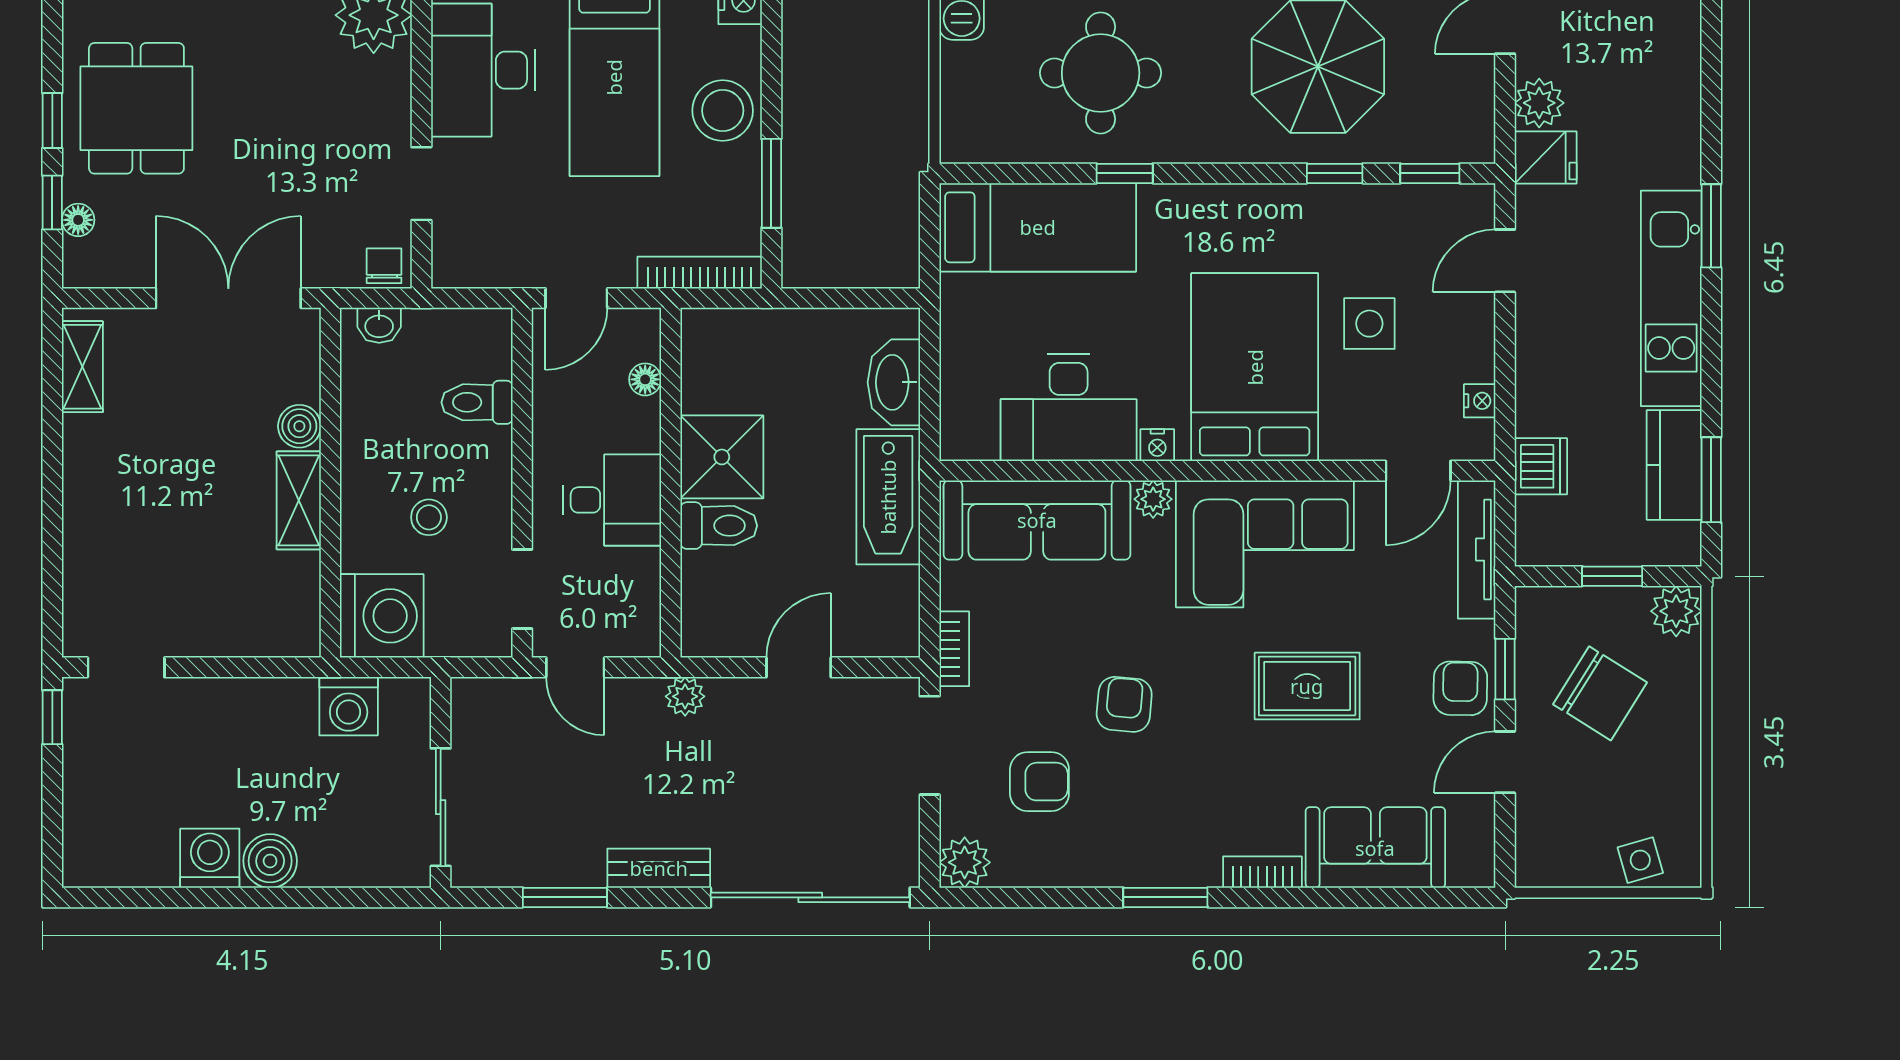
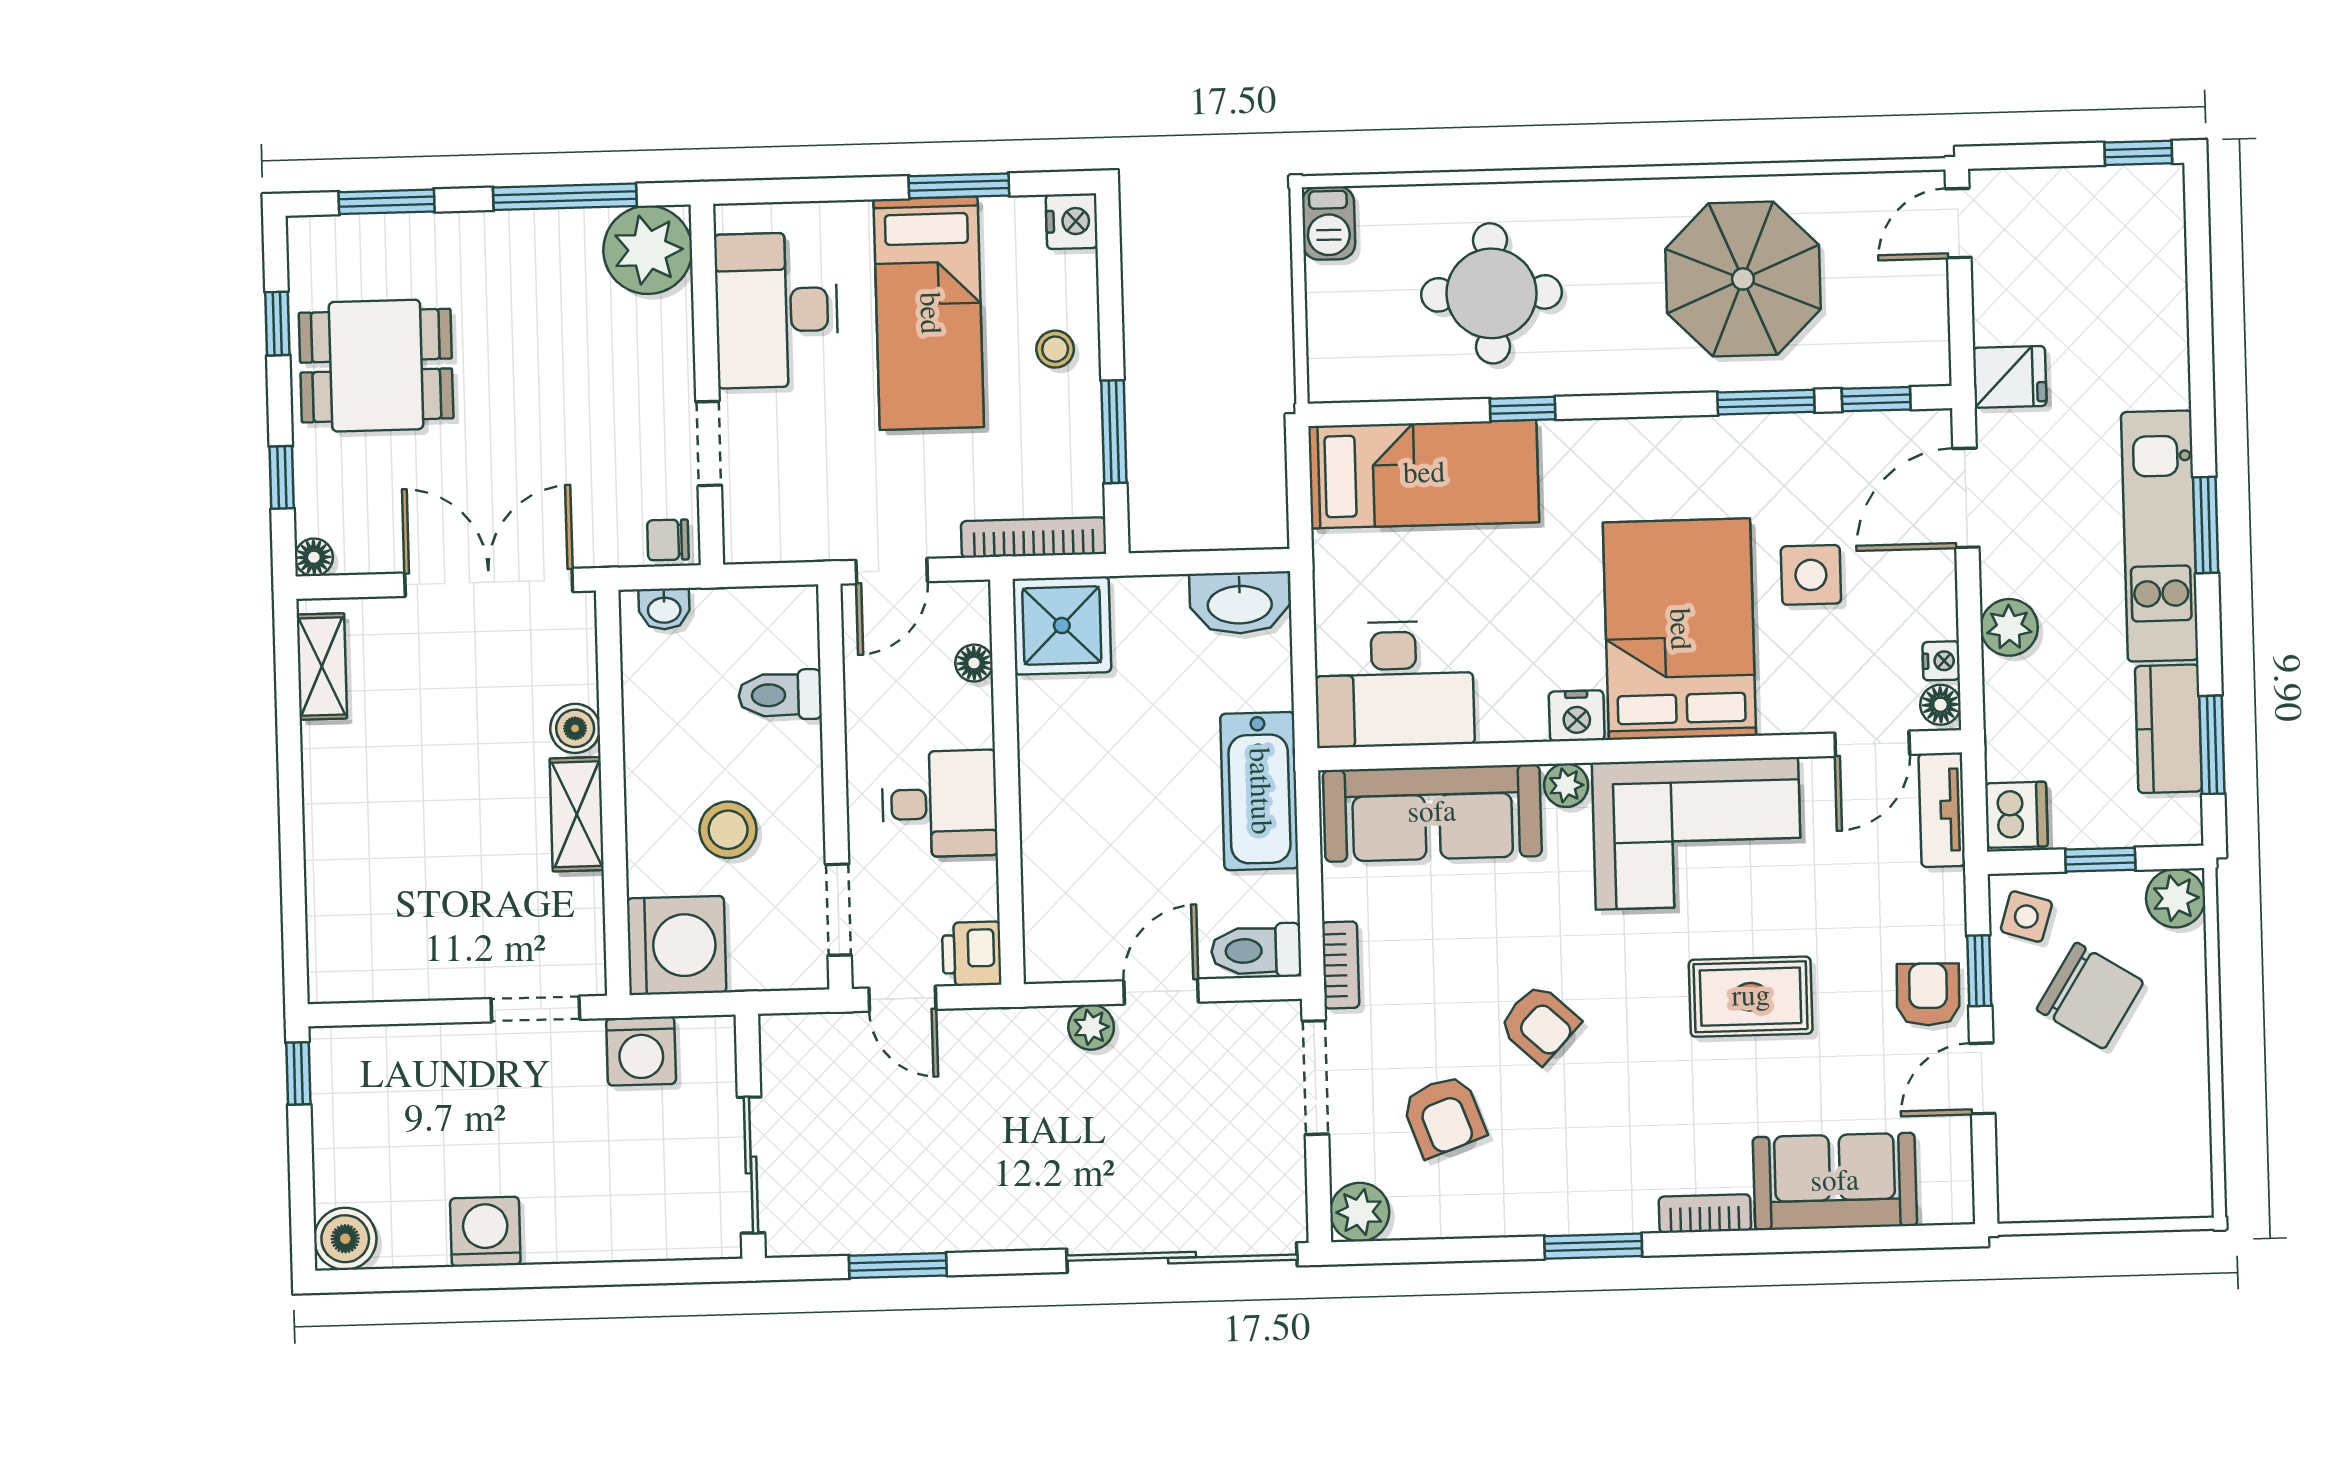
plant: (1539, 103) -> (2009, 627), moved
dining table: (136, 108) -> (376, 366), turned 90
stool: (723, 111) -> (1055, 349), width x0.53, depth x0.53
window: (52, 121) -> (277, 324), moved
window: (1335, 173) -> (1766, 402), width x1.50
floor lamp: (78, 220) -> (314, 557), moved
window: (1711, 226) -> (2206, 525), moved
door: (1505, 261) -> (1966, 498), width x1.37
chair: (384, 266) -> (668, 540), turned -90
washbasin: (894, 382) -> (1240, 603), moved, turned -90
desk: (1069, 408) -> (1394, 684), moved
floor lamp: (1478, 439) -> (1941, 705), added
nightstand: (1157, 445) -> (1577, 716), width x1.39, depth x1.35
shower: (722, 457) -> (1062, 626), moved
dishwasher: (1541, 466) -> (2016, 815), moved
stool: (429, 517) -> (728, 830), width x1.37, depth x1.37
toilet: (719, 526) -> (1256, 951), moved, turned 180
tv unit: (1477, 549) -> (1942, 810), width x0.71
printer: (636, 630) -> (972, 954), added
doorway: (126, 667) -> (535, 1009), moved
plant: (685, 696) -> (1091, 1027), moved
armchair: (1124, 704) -> (1539, 1024), turned 128
armchair: (1039, 782) -> (1444, 1116), turned 70
side table: (1640, 860) -> (2026, 917), moved, turned 33
boiler: (270, 861) -> (345, 1239), moved
bench: (659, 868) -> (1005, 1229), removed

